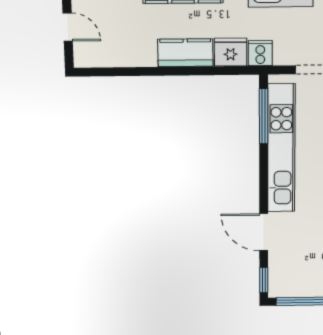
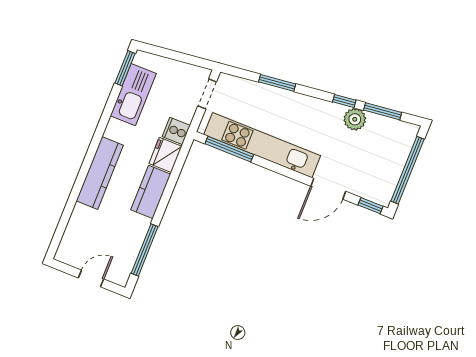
window: (122, 72) -> (145, 250), added

